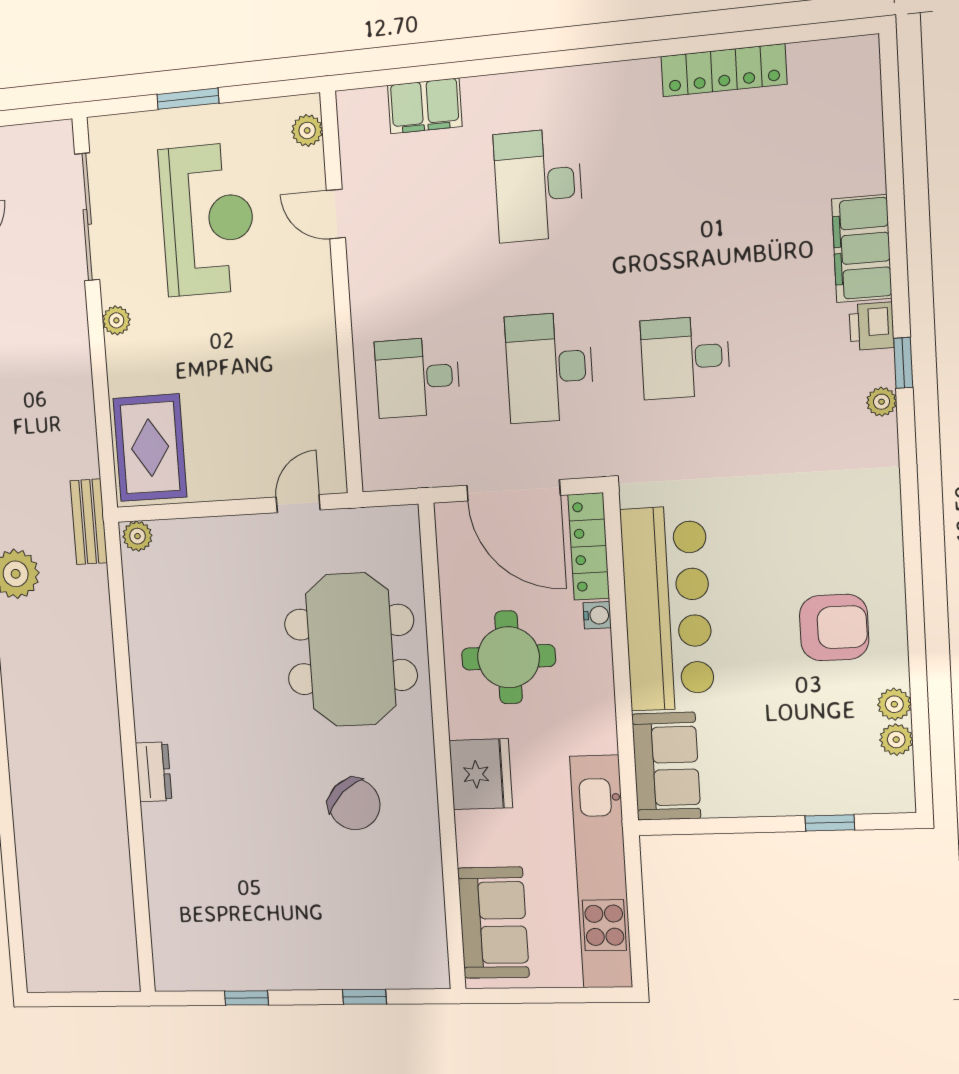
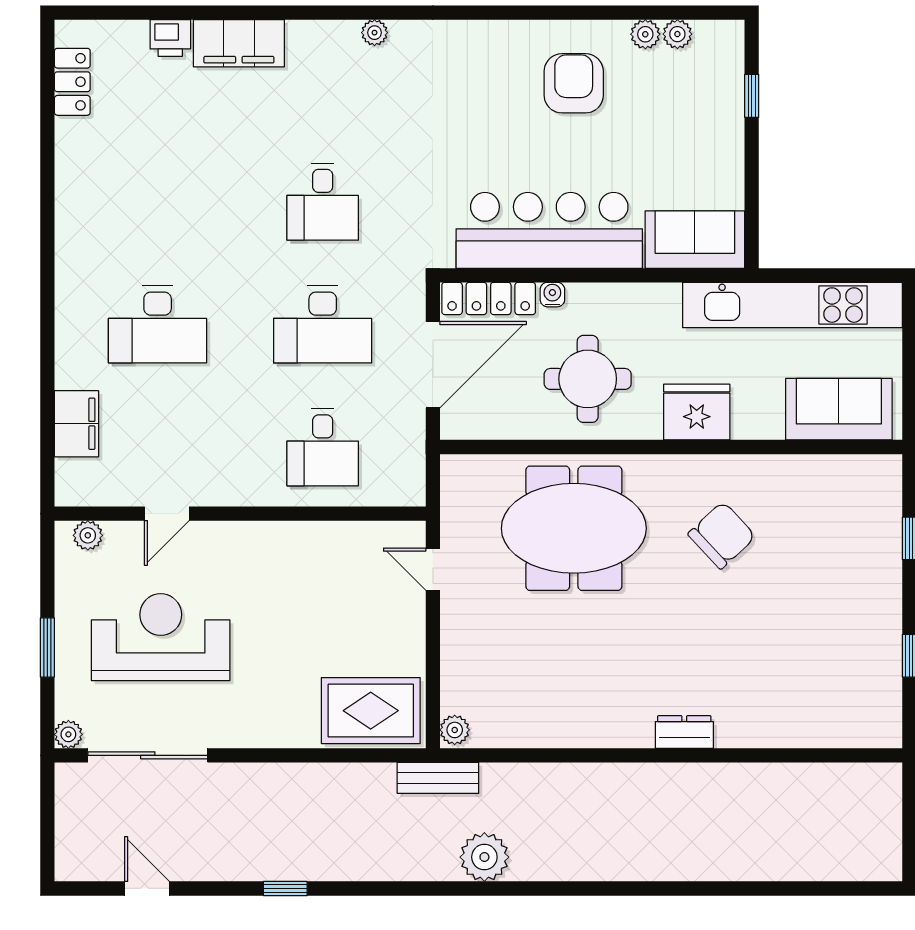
locker: (724, 70) -> (72, 82), moved, width x0.66
plant: (116, 320) -> (68, 734), moved
printer: (872, 326) -> (170, 38), moved
window: (903, 363) -> (342, 13), removed

